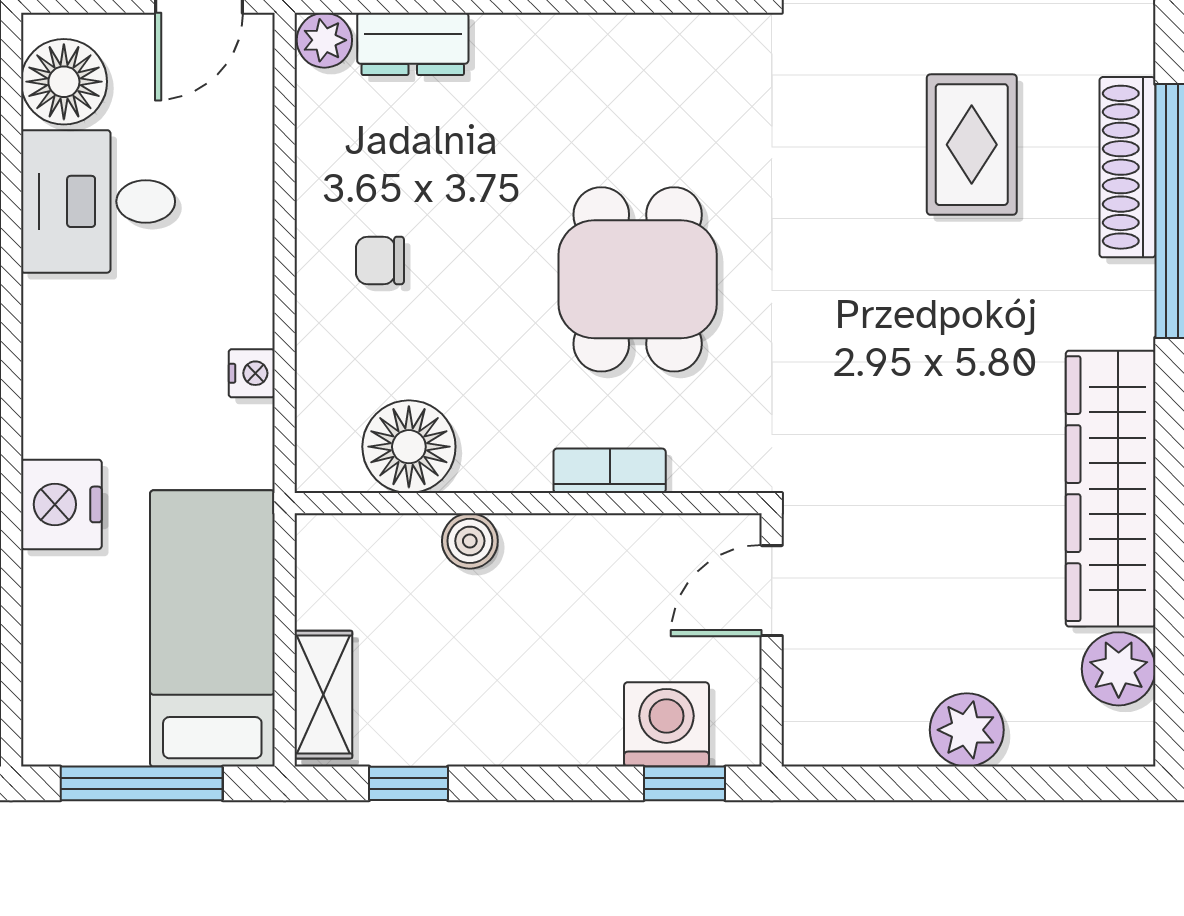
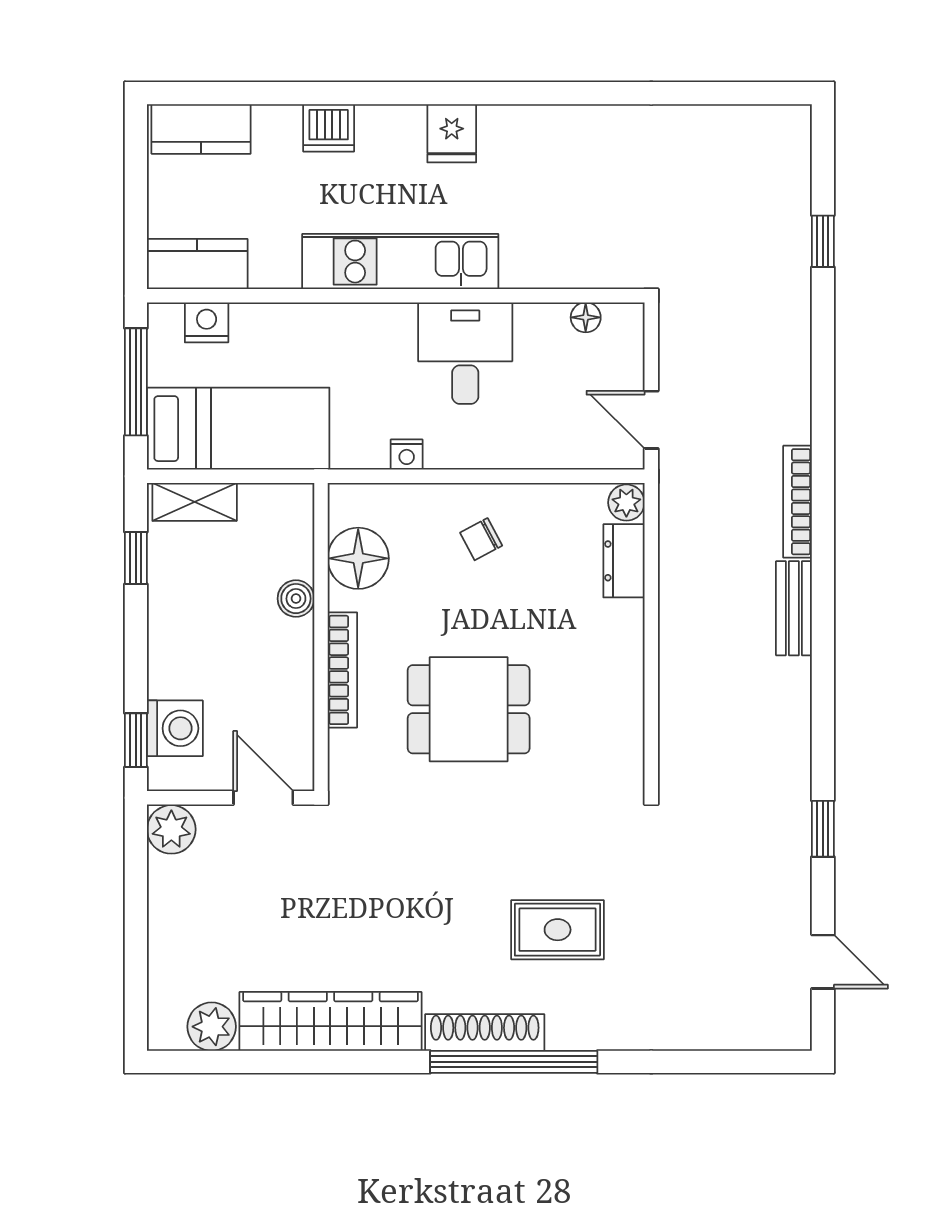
floor lamp: (64, 82) -> (586, 317), width x0.53, depth x0.53
shoe rack: (1127, 167) -> (485, 1032), moved
desk: (98, 201) -> (465, 353), moved
chair: (380, 260) -> (481, 539), turned -118
bookcase: (610, 471) -> (342, 670), width x1.56
nightstand: (61, 504) -> (207, 322), moved, width x0.74, depth x0.75
plant: (967, 730) -> (171, 829), moved

